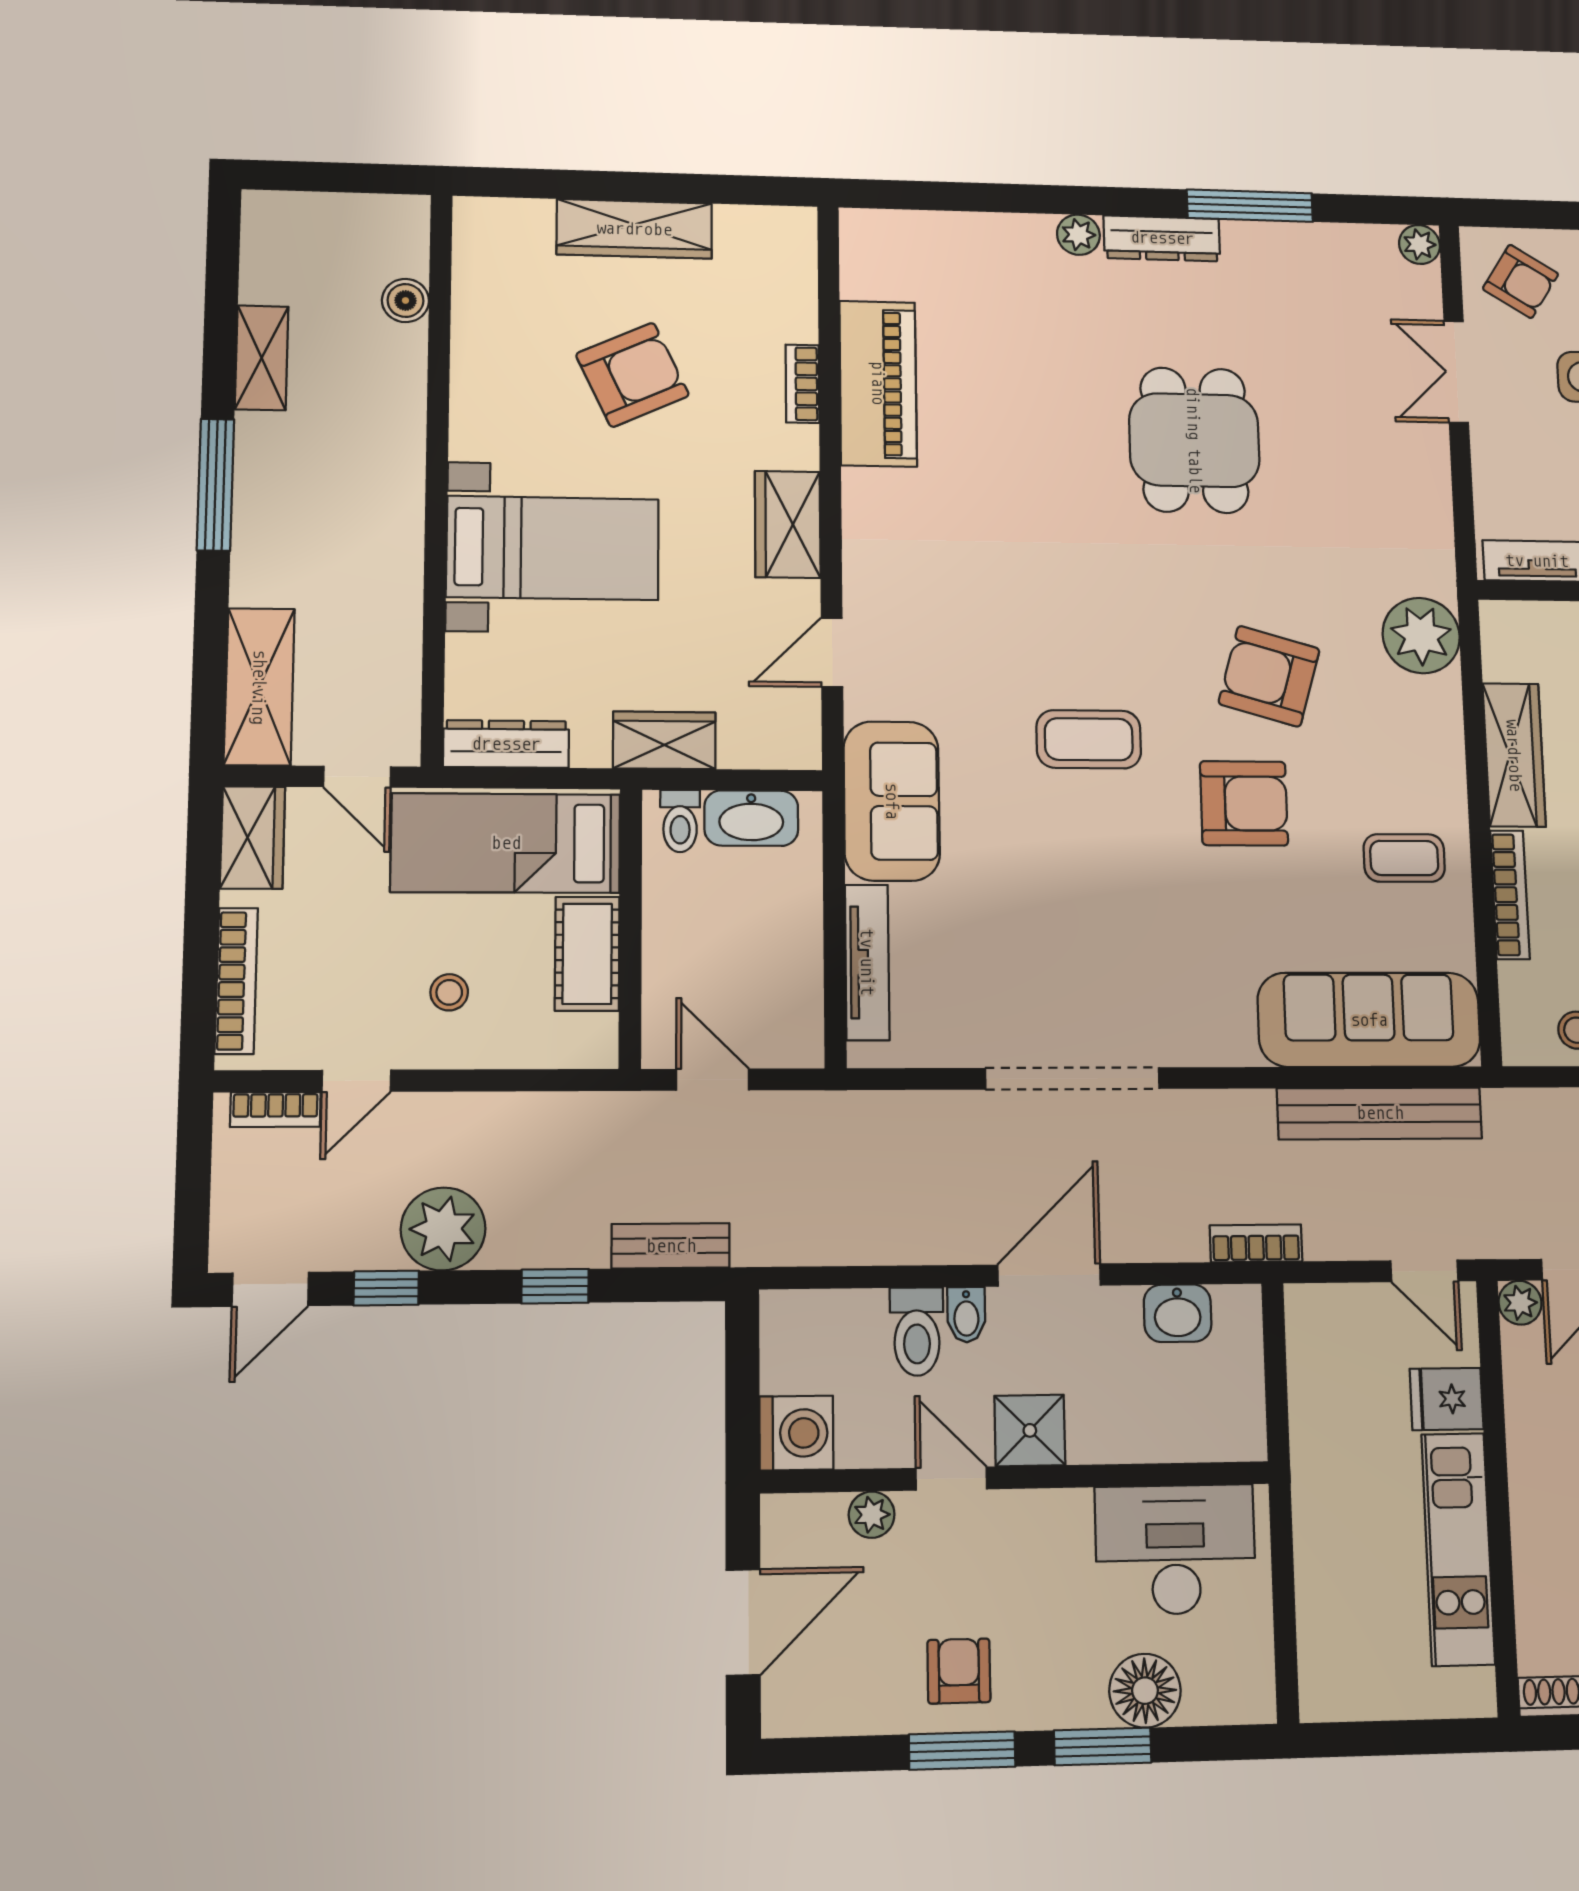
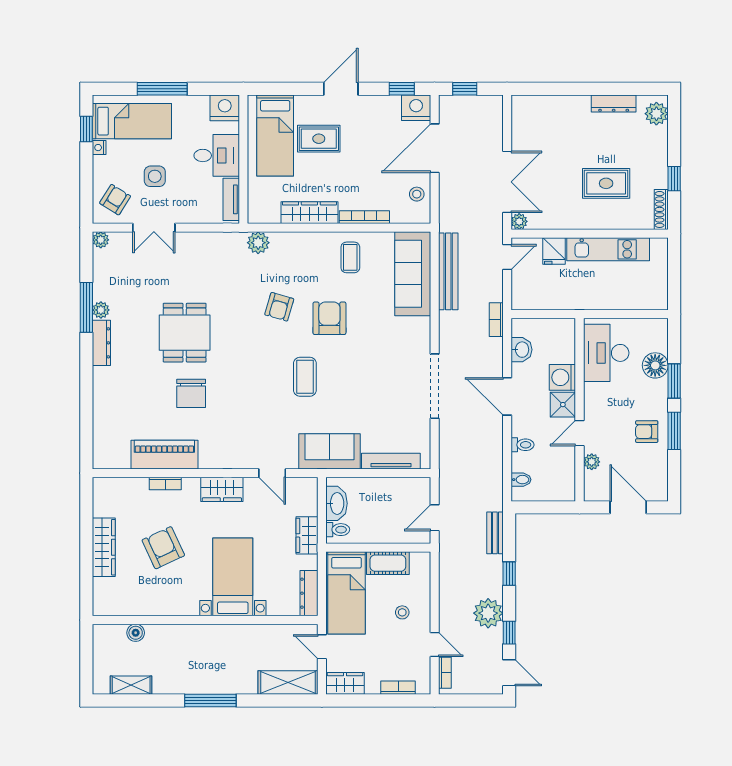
plant: (1078, 235) -> (101, 310), moved
shelving: (262, 358) -> (131, 685), moved
dining table: (1194, 440) -> (185, 333), turned 90
chair: (1039, 453) -> (191, 393), added
plant: (1421, 636) -> (258, 243), width x0.73, depth x0.73
armchair: (1269, 676) -> (279, 307), width x0.72, depth x0.72
door: (357, 777) -> (322, 647), swing flipped
bookcase: (236, 981) -> (398, 688), width x0.64
bidet: (966, 1315) -> (521, 480), moved
toilet: (917, 1332) -> (522, 445), width x0.73, depth x0.72
washing machine: (796, 1433) -> (562, 377), moved, turned -90

